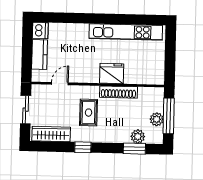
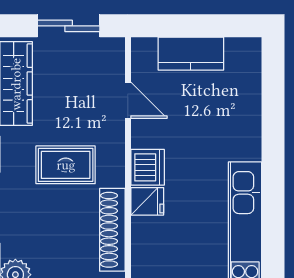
dishwasher: (40, 31) -> (148, 167), moved, turned -90
fridge: (112, 74) -> (147, 201), width x0.53, depth x0.75

